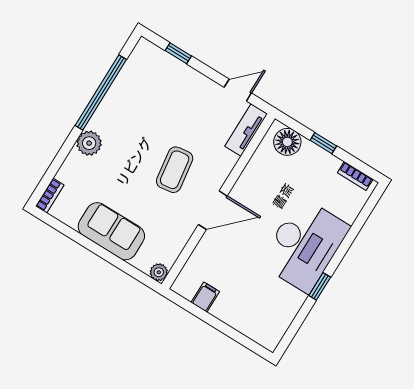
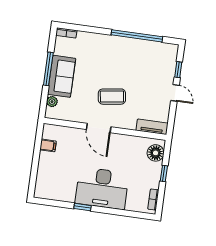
door: (238, 90) -> (175, 93), moved
plant: (89, 143) -> (106, 42), removed
window: (91, 246) -> (48, 69), added
plant: (159, 272) -> (52, 102), moved

